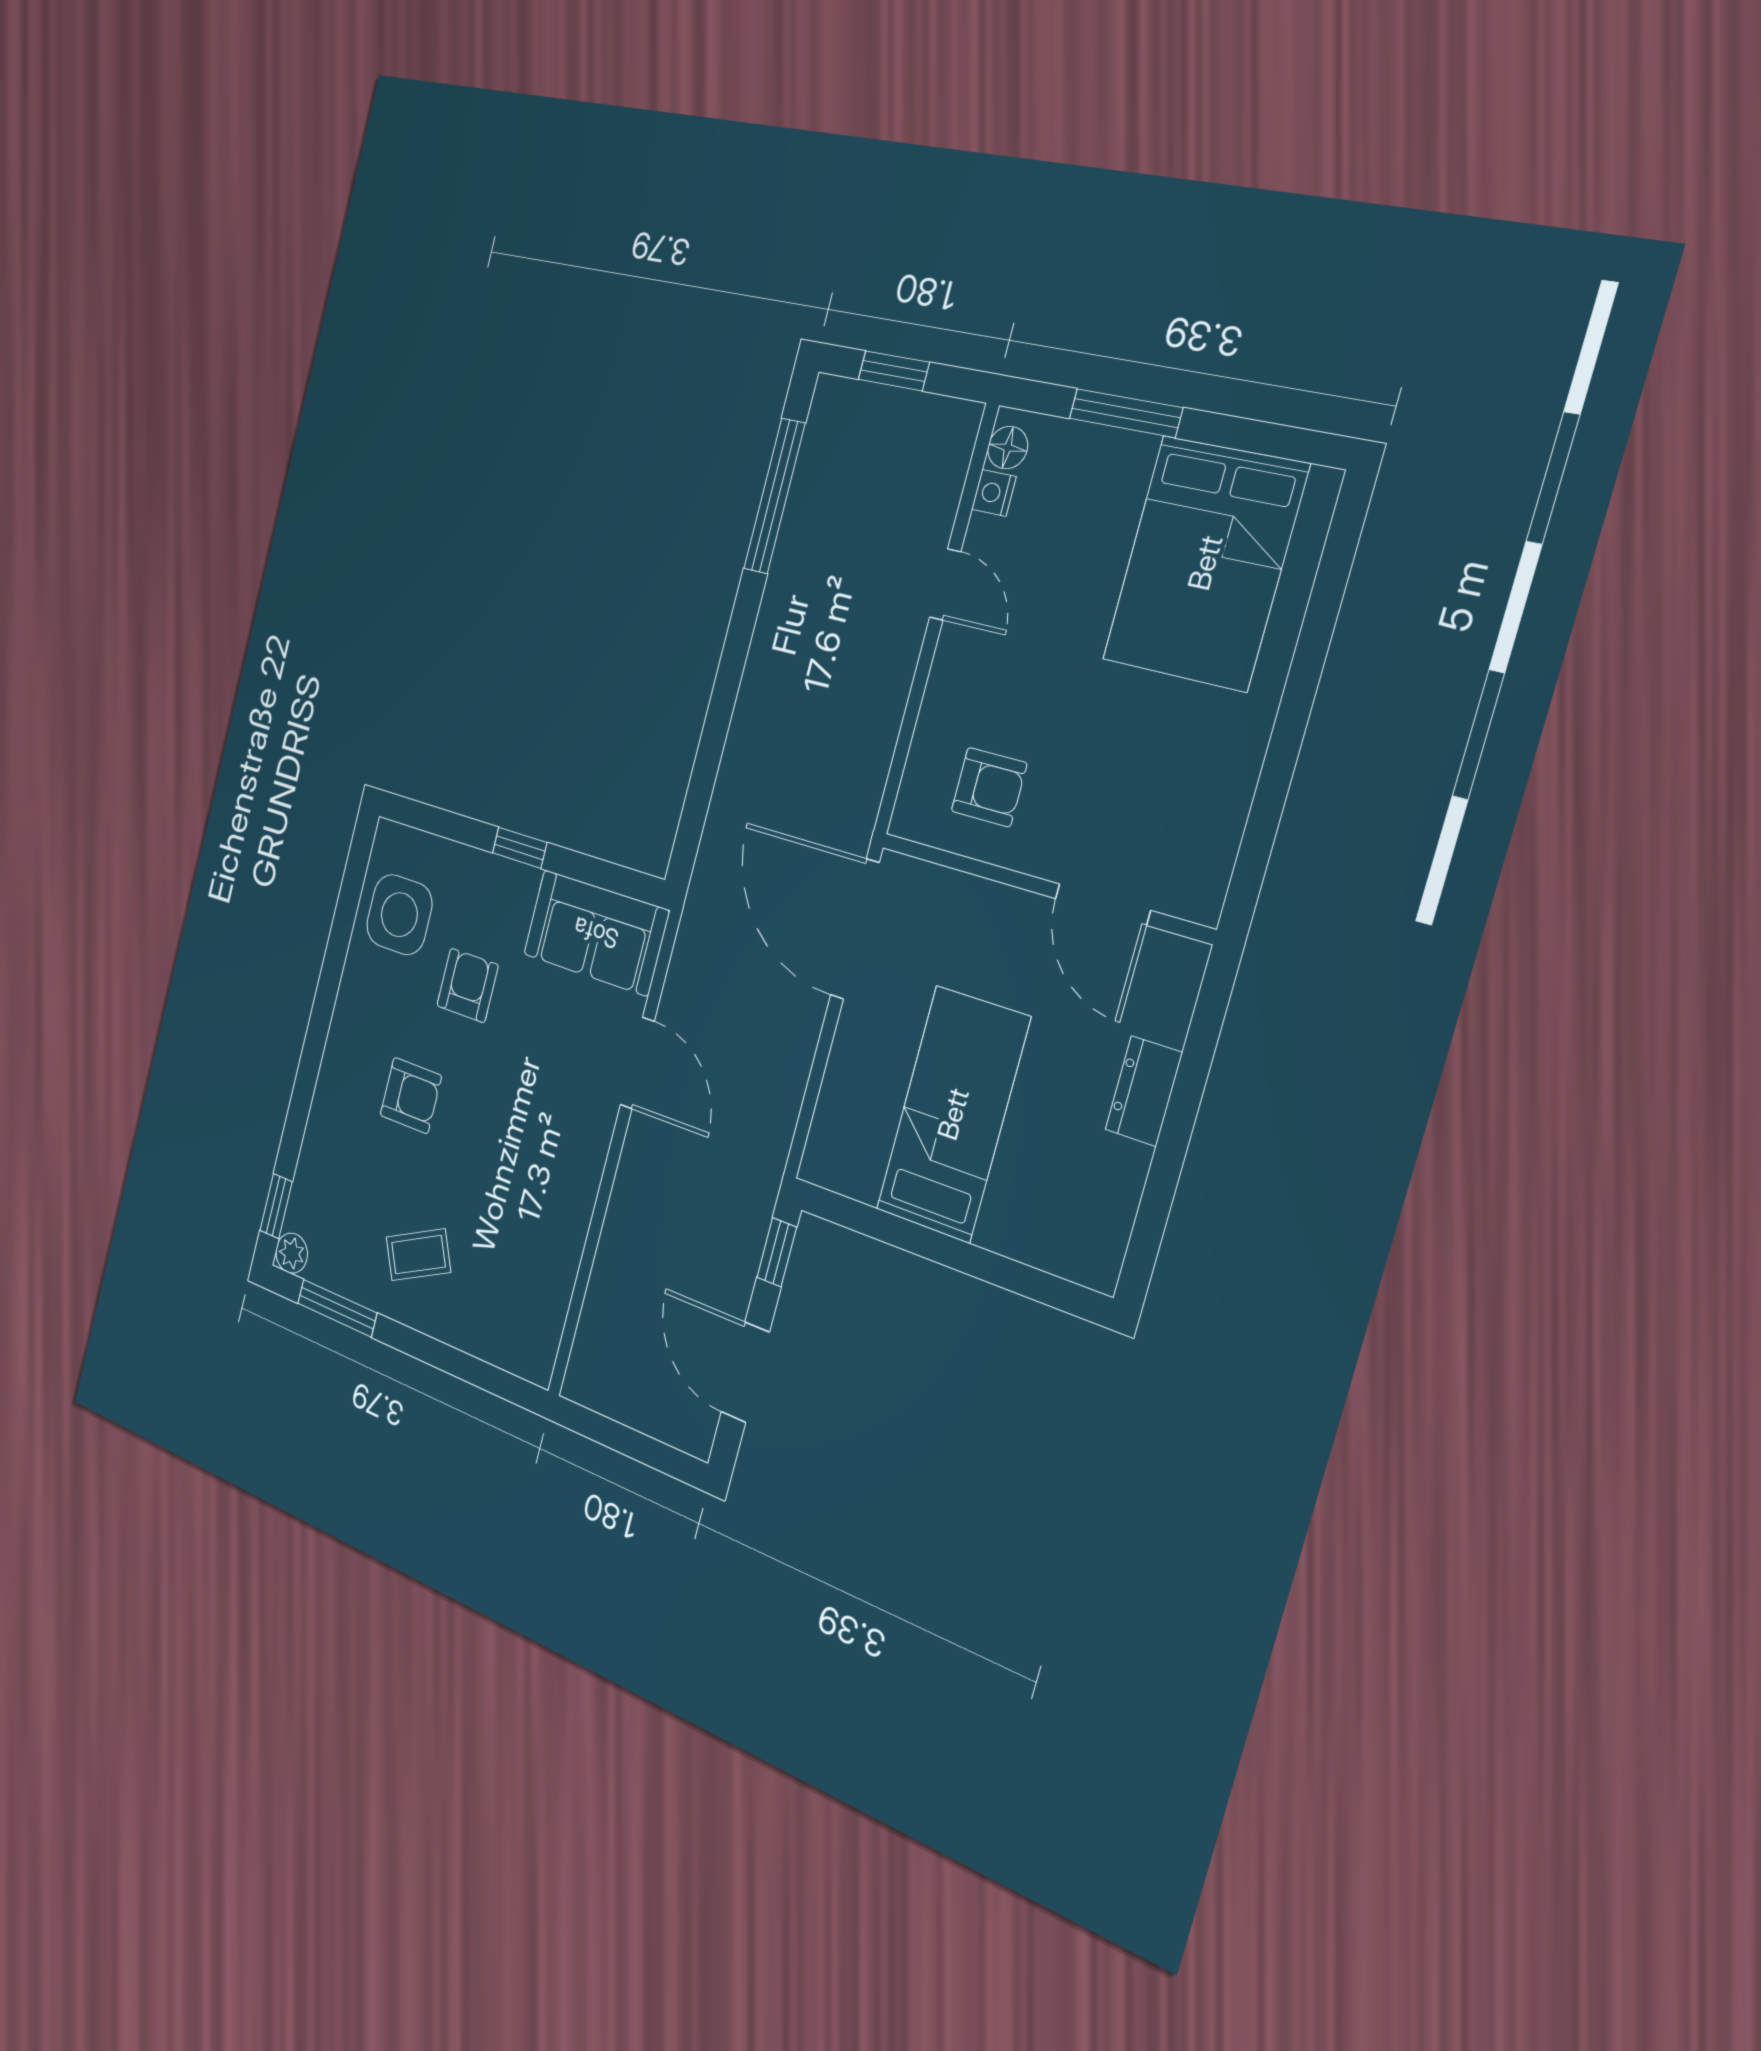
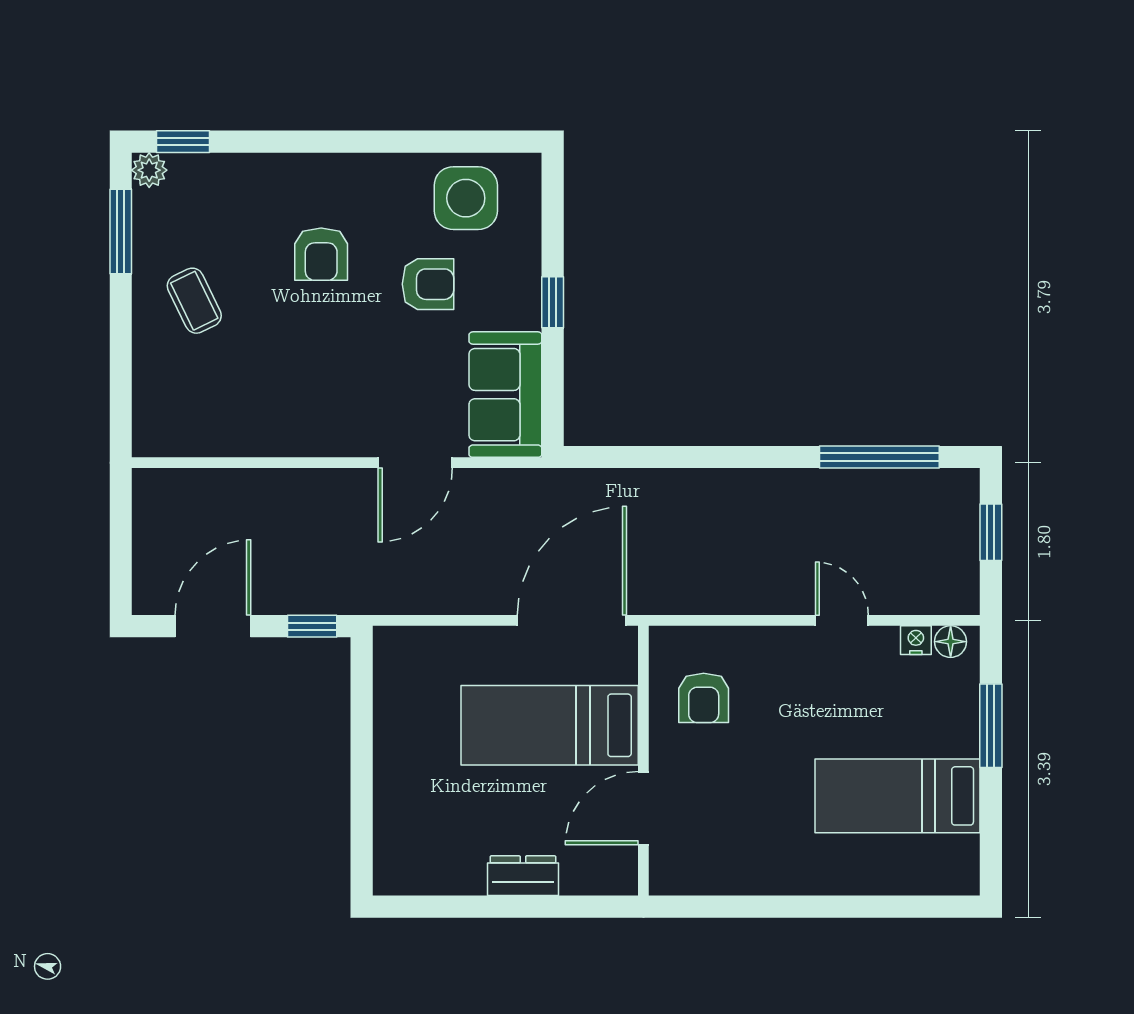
bed: (1205, 563) -> (898, 796), width x0.67
door: (945, 585) -> (842, 620), swing flipped
bed: (953, 1114) -> (550, 725), moved, turned 180

